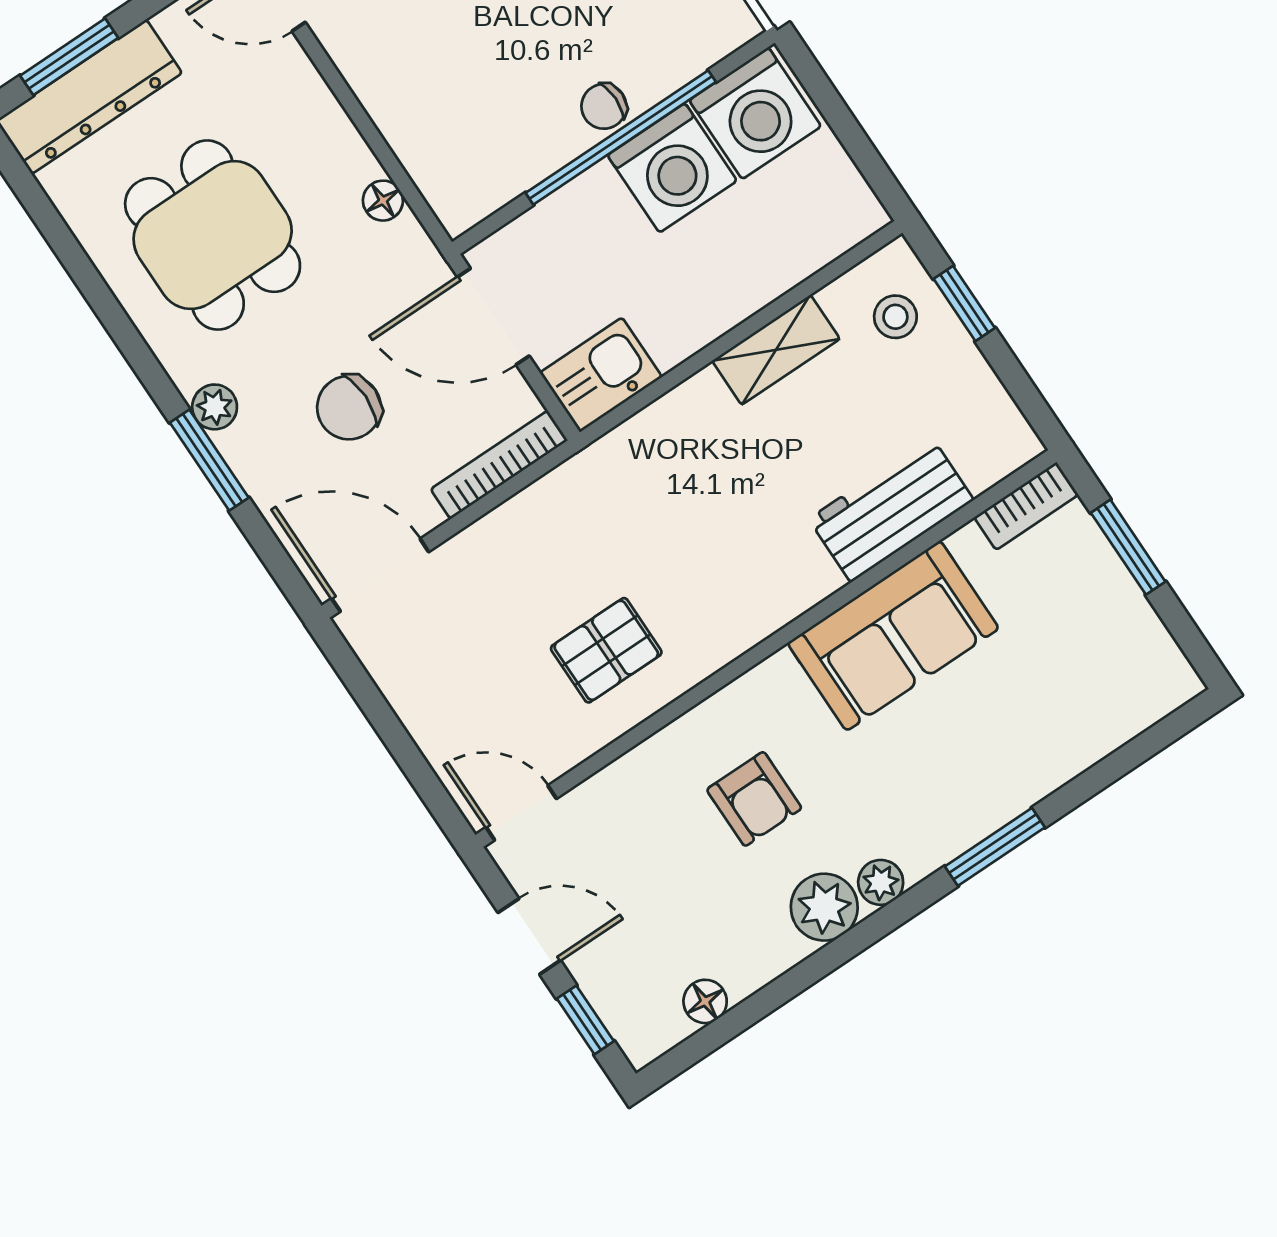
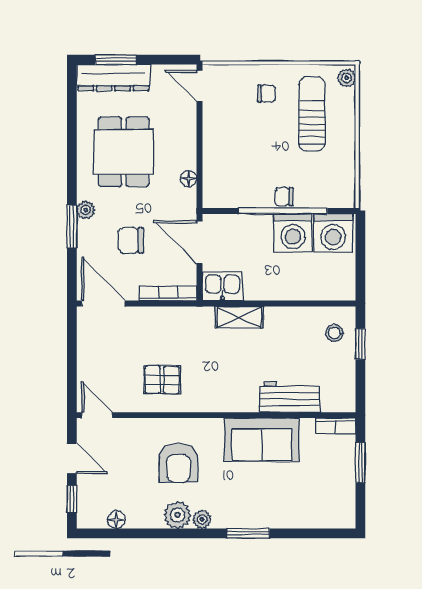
shelving: (776, 350) -> (239, 317), moved
armchair: (754, 799) -> (178, 463), width x1.38, depth x1.38

